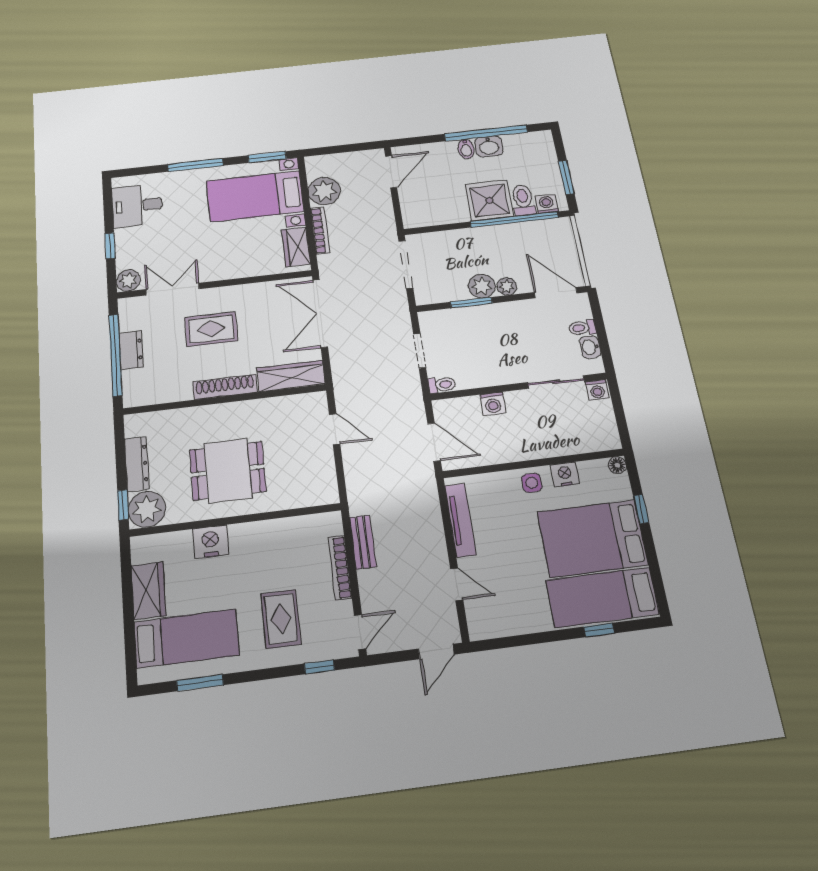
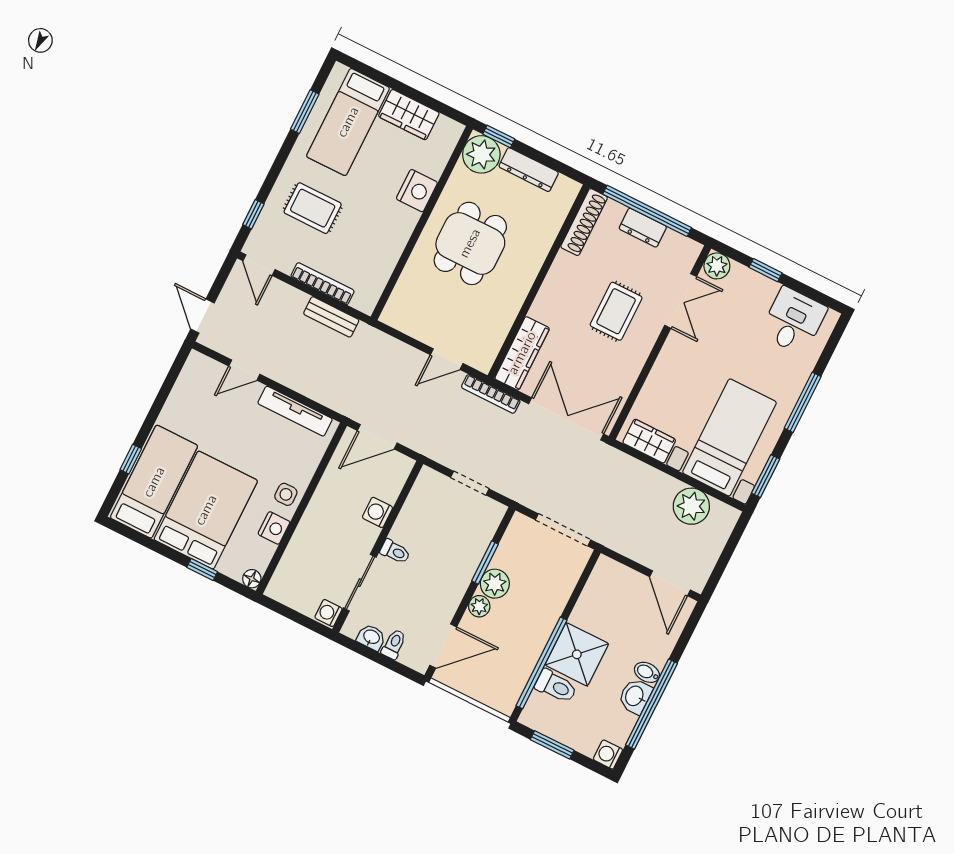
washing machine: (547, 204) -> (608, 754), moved, turned 180
bookcase: (320, 230) -> (491, 394), moved
toilet: (442, 385) -> (395, 552), moved, turned -90
shoe rack: (225, 387) -> (584, 222), moved

